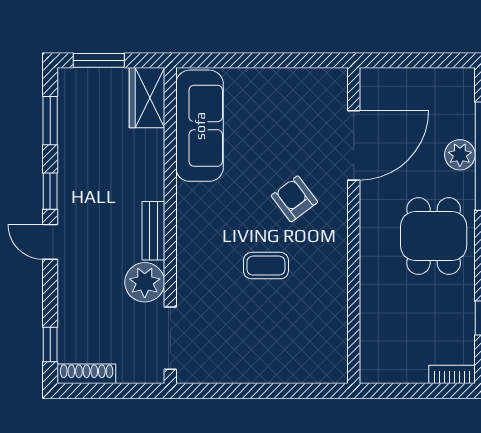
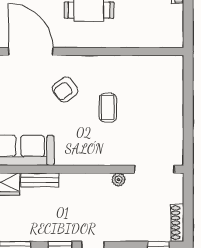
bench: (153, 231) -> (40, 180), moved
plant: (145, 282) -> (119, 180), width x0.53, depth x0.53

